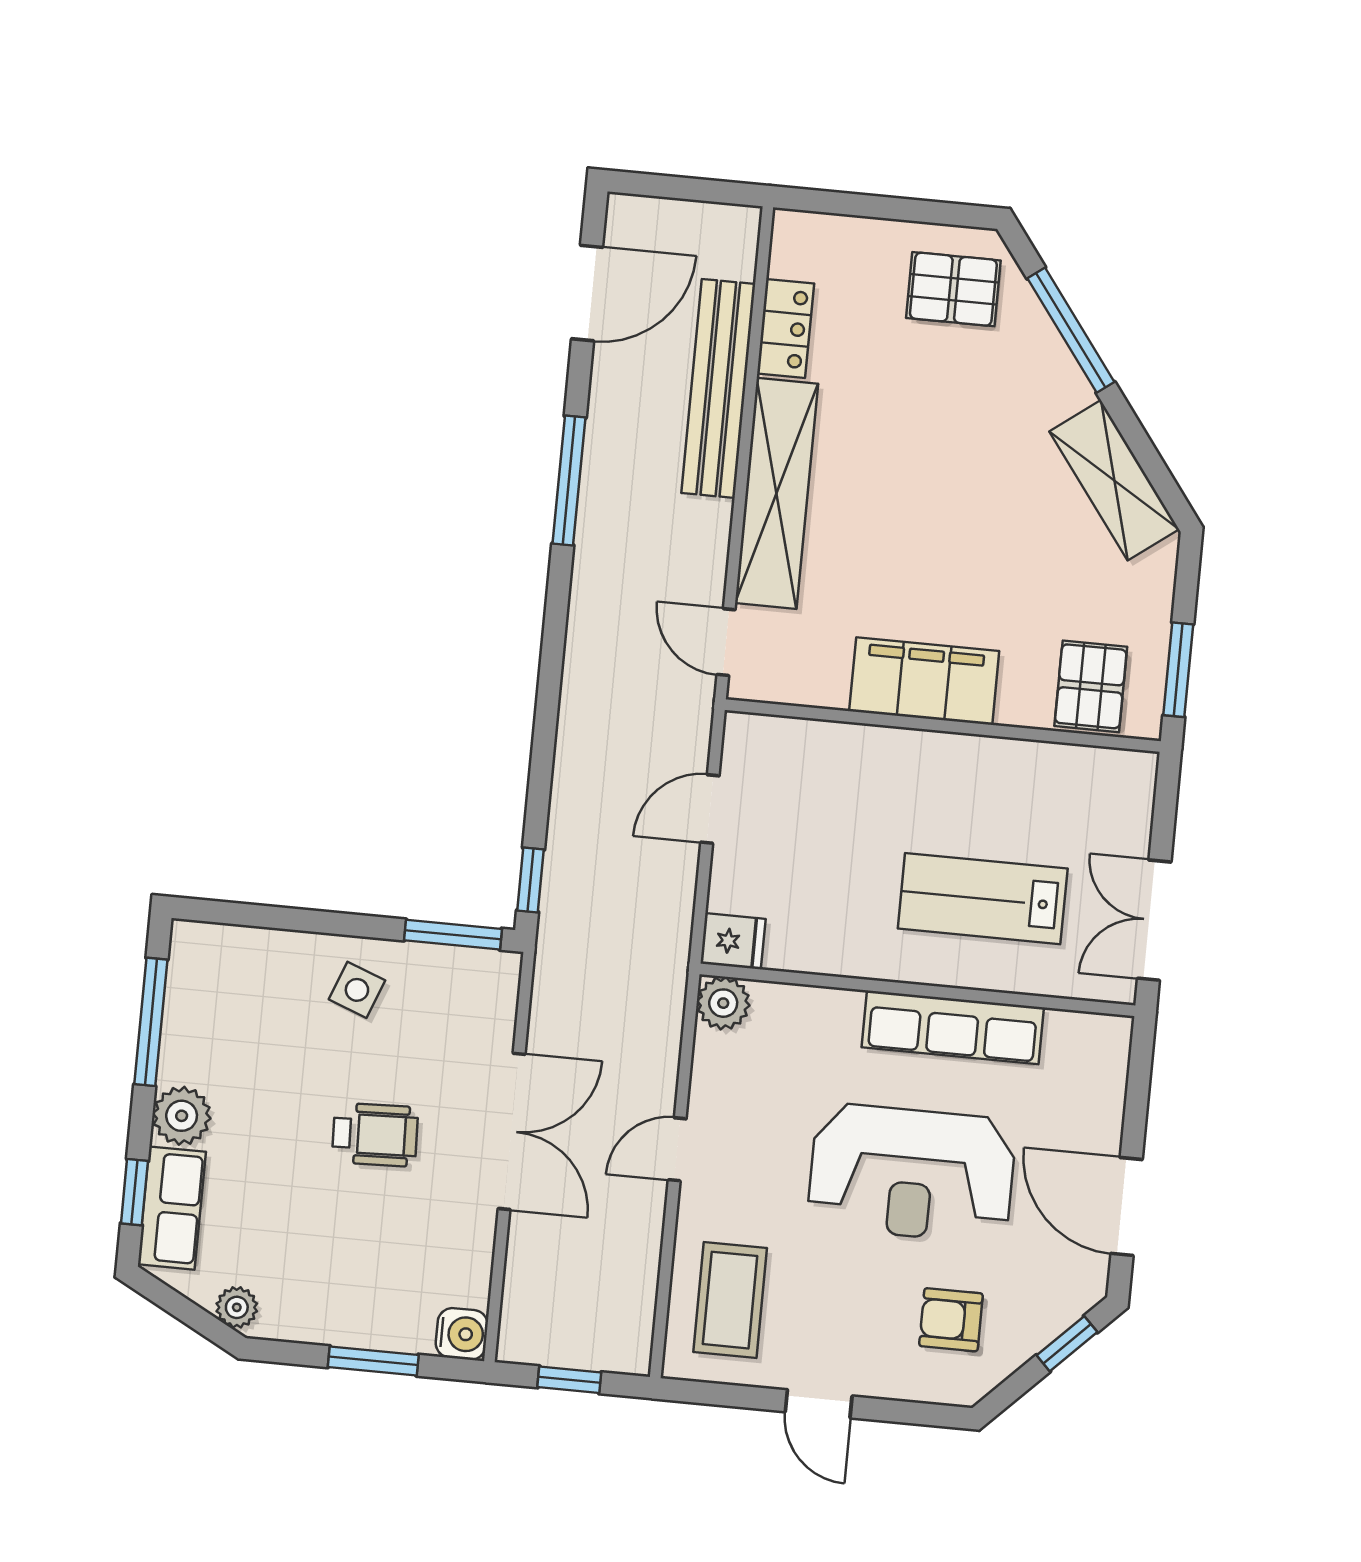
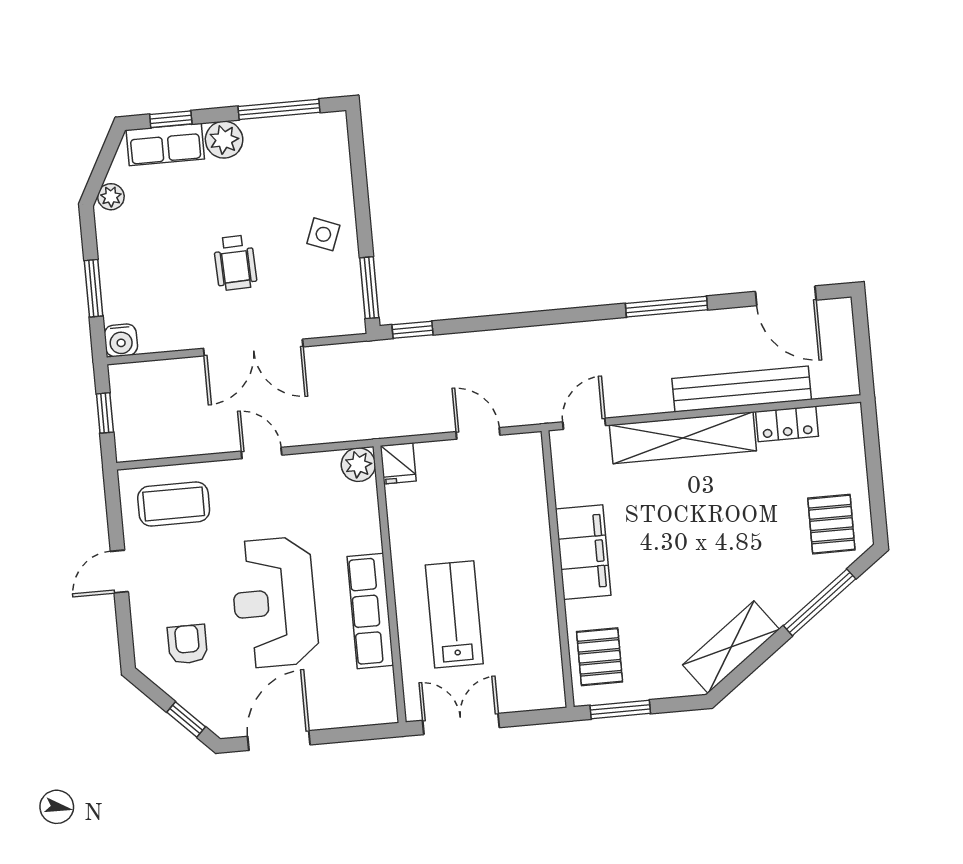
pallet: (1091, 686) -> (600, 657), turned 90

